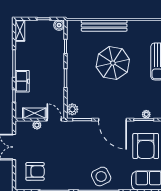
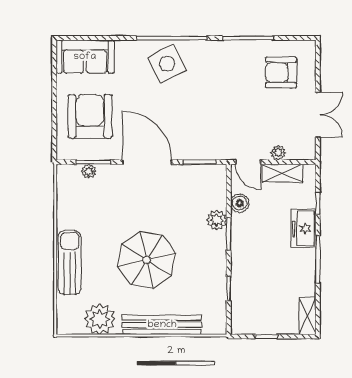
boiler: (59, 25) -> (240, 203), moved
plant: (140, 29) -> (100, 319), added
plant: (72, 109) -> (217, 220), moved

